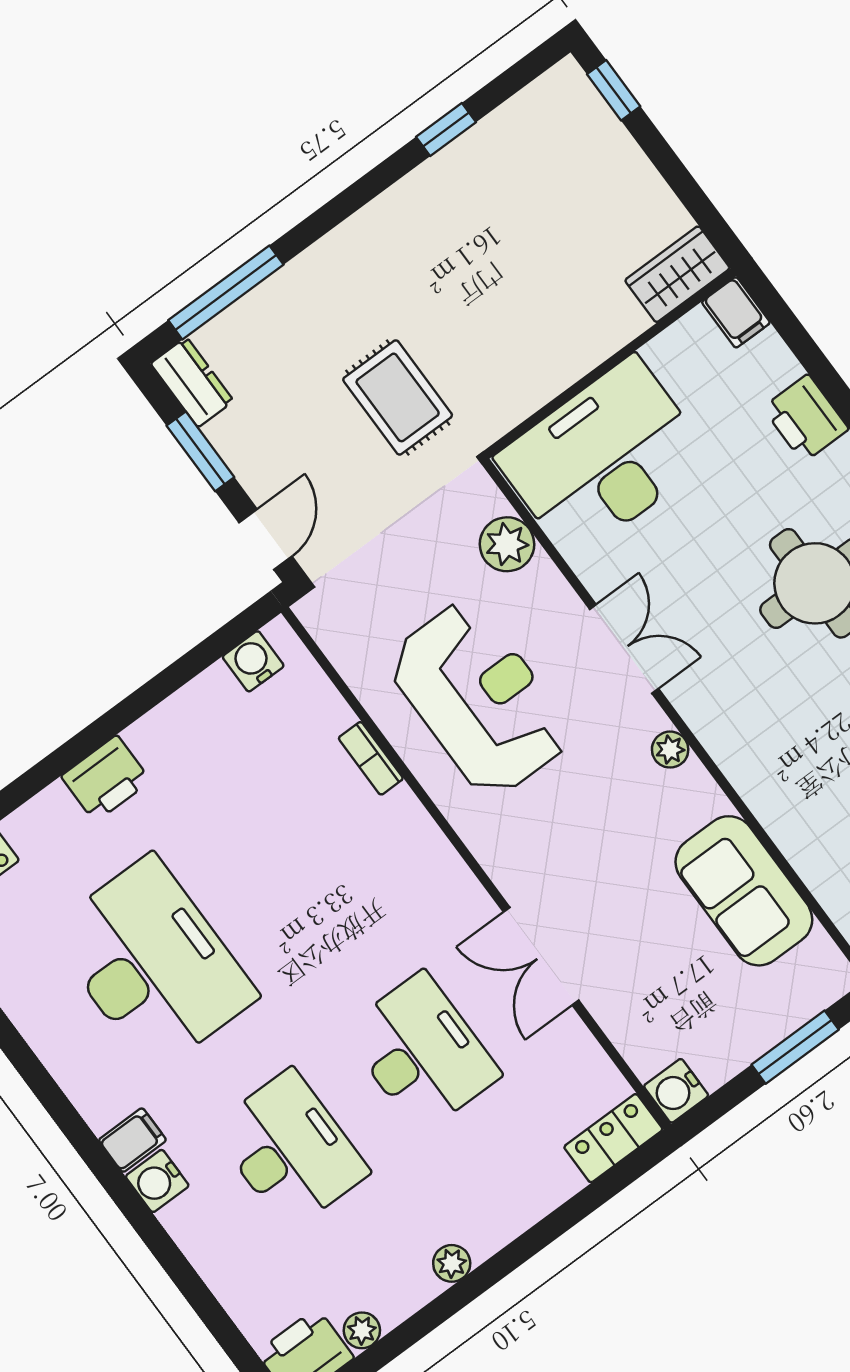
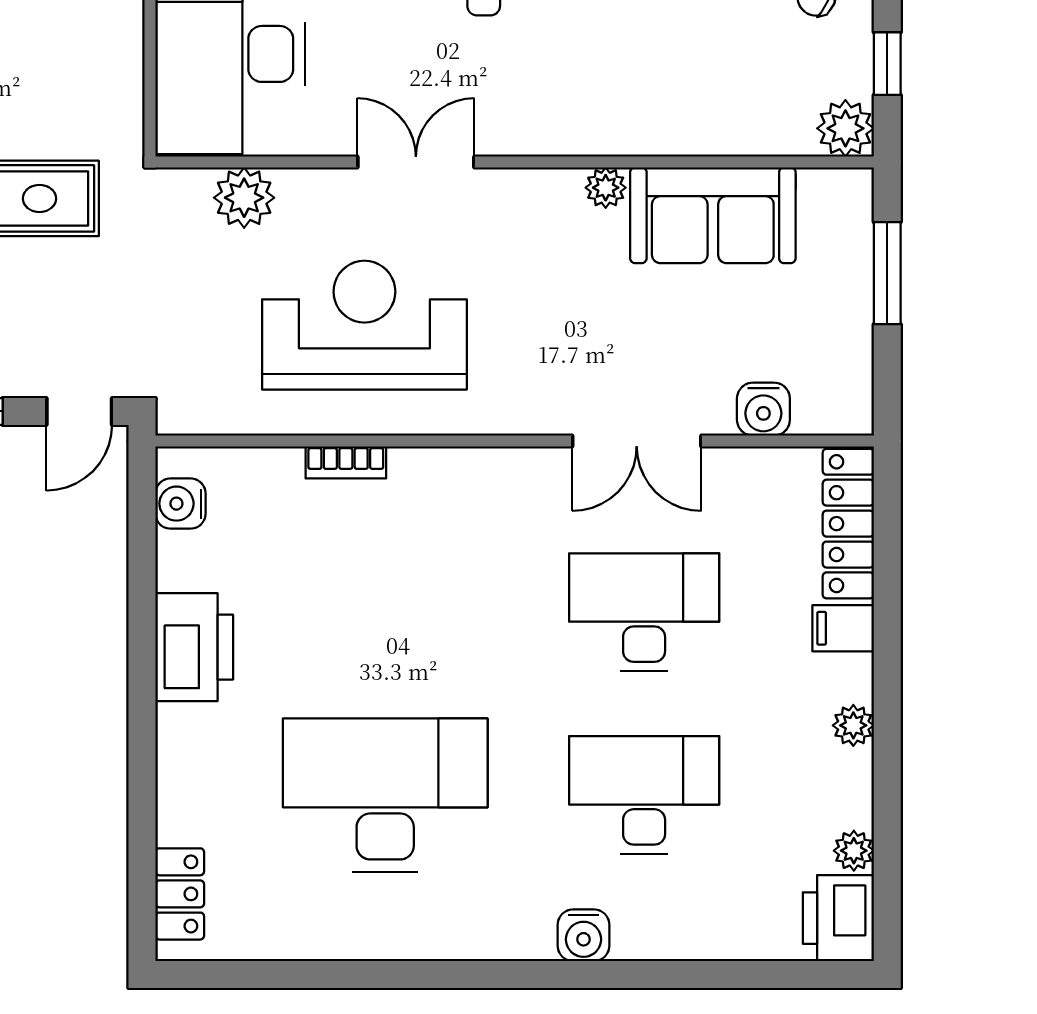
door: (266, 539) -> (79, 411), swing flipped
plant: (670, 750) -> (606, 188), moved
printer: (106, 779) -> (194, 647), moved, width x1.37, depth x1.19
water cooler: (676, 1091) -> (763, 409), moved
locker: (613, 1138) -> (848, 524), width x1.53
filing cabinet: (132, 1140) -> (843, 628), moved, turned -90

